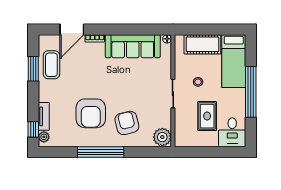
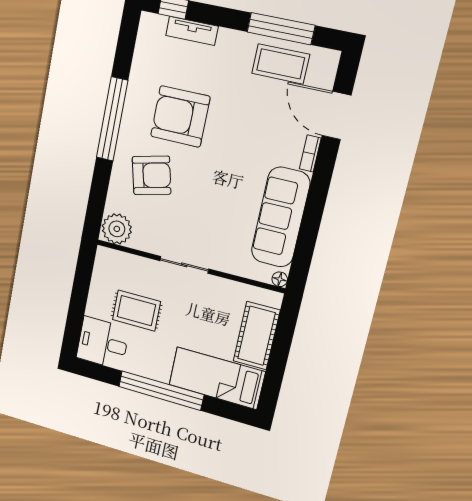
window: (33, 69) -> (281, 29), width x1.44
stool: (198, 82) -> (195, 311), removed
plant: (44, 137) -> (157, 24), removed

